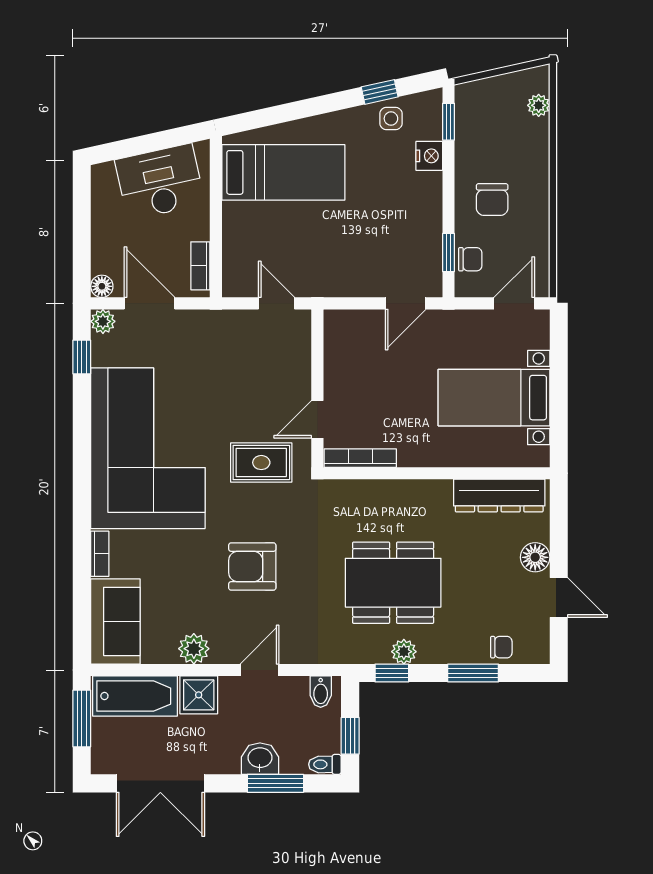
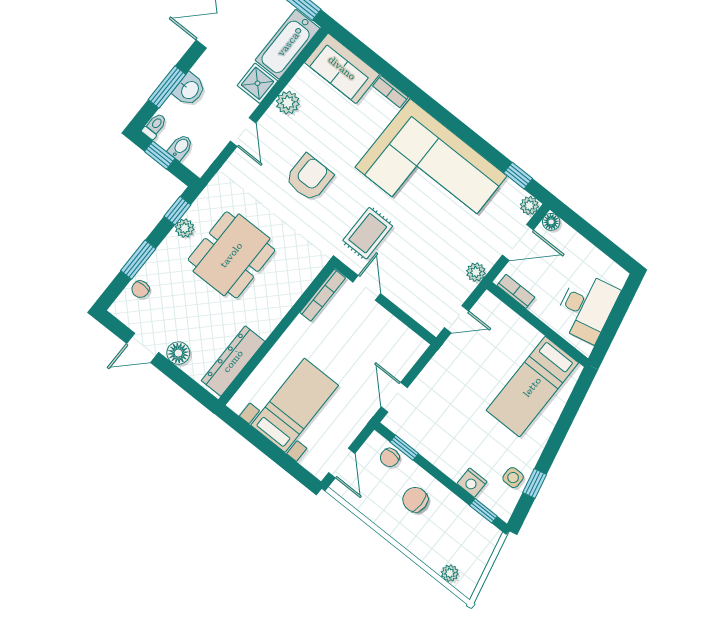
plant: (213, 322) -> (476, 272), added
bidet: (321, 692) -> (180, 147), moved, turned 90

